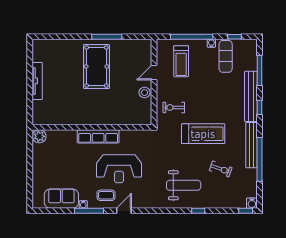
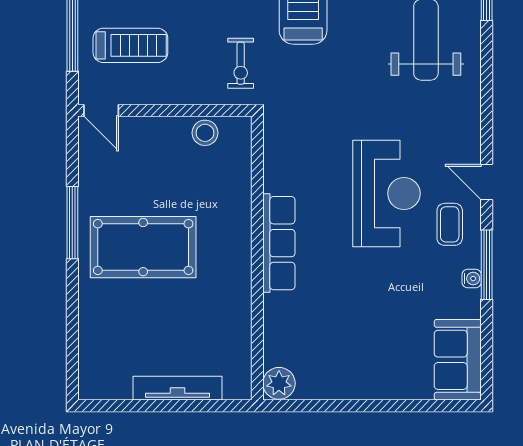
door: (154, 73) -> (101, 110), moved
wall: (92, 127) -> (257, 258), moved
plant: (39, 136) -> (279, 383), moved
row of seats: (98, 136) -> (279, 243), moved
sofa: (61, 199) -> (458, 360), moved

